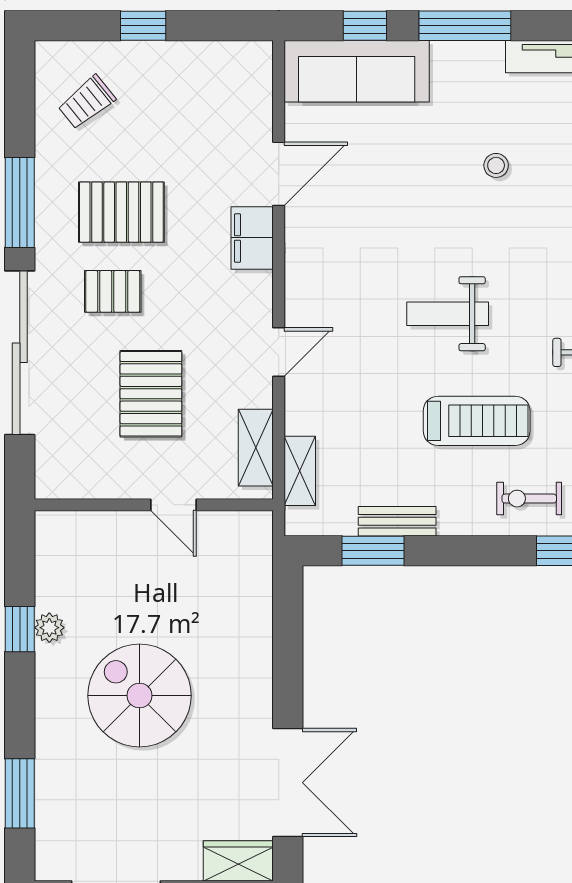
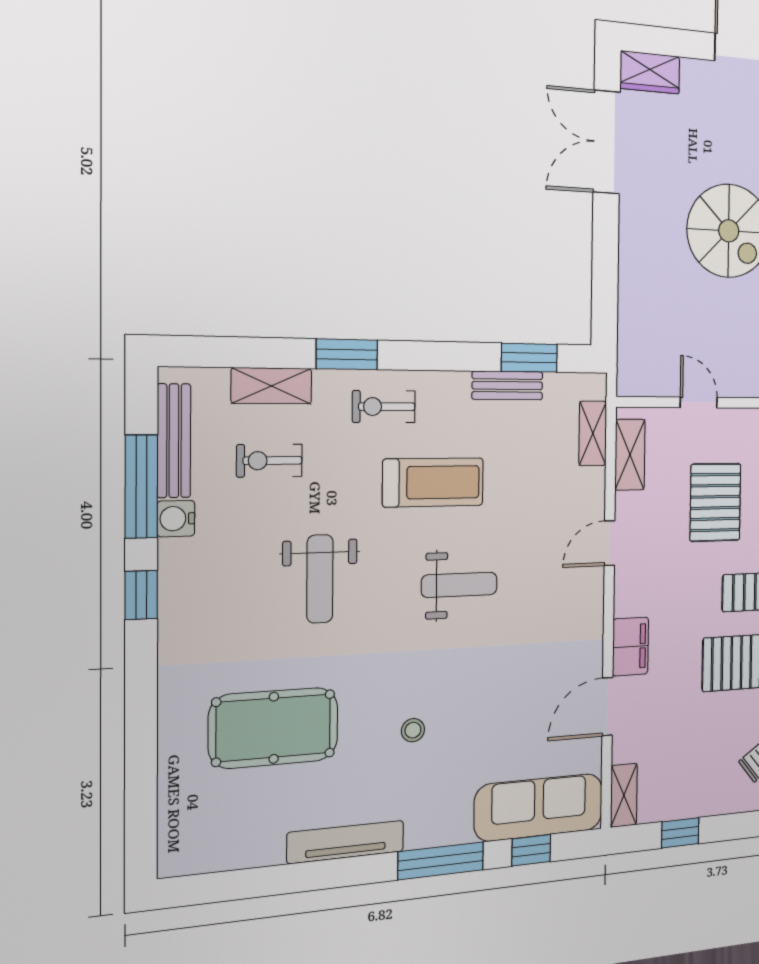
window: (143, 26) -> (680, 833), moved
shelving: (258, 75) -> (624, 795), added
treadmill: (477, 421) -> (433, 482), turned 180
exercise bike: (529, 499) -> (384, 407), turned 180

